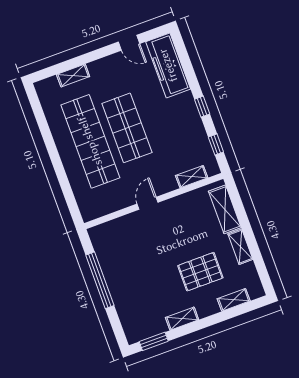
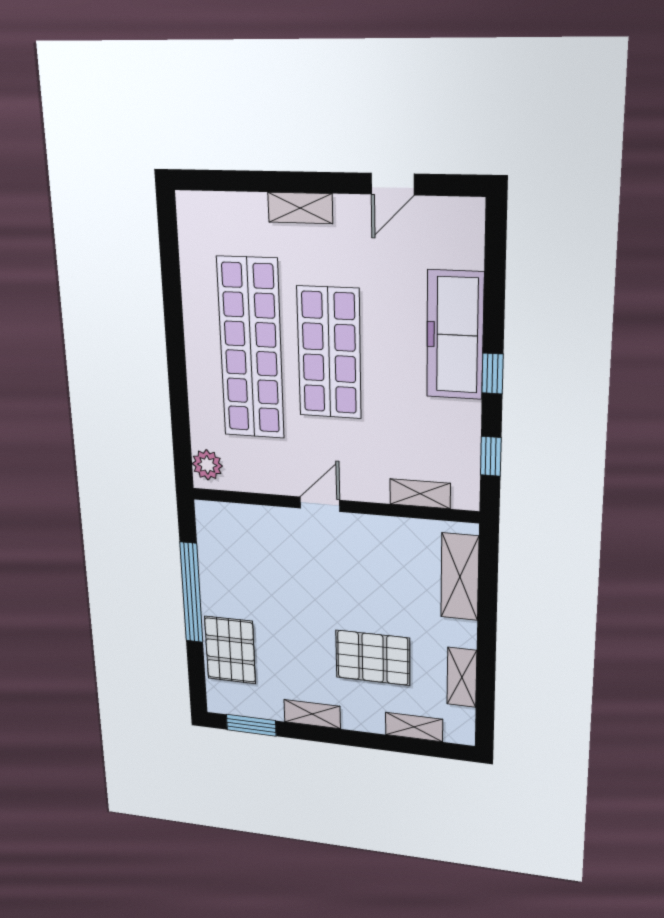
door: (129, 43) -> (393, 184), hinge flipped
freezer: (168, 65) -> (455, 335), moved
shelving: (73, 75) -> (300, 208), moved
plant: (87, 208) -> (207, 465), added
shelving: (240, 247) -> (462, 677), moved
pallet: (129, 303) -> (230, 650), added

